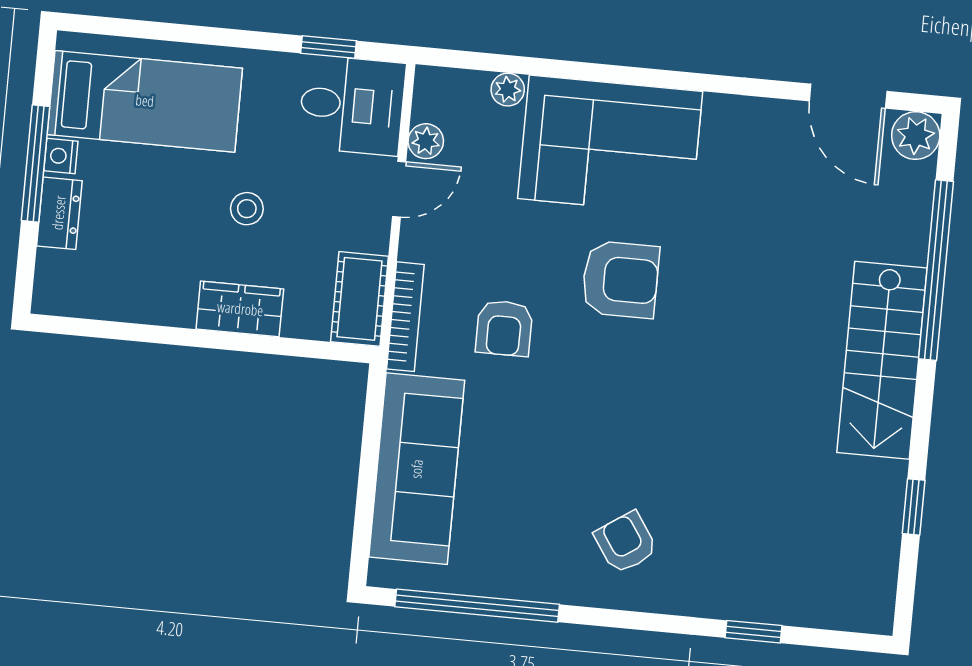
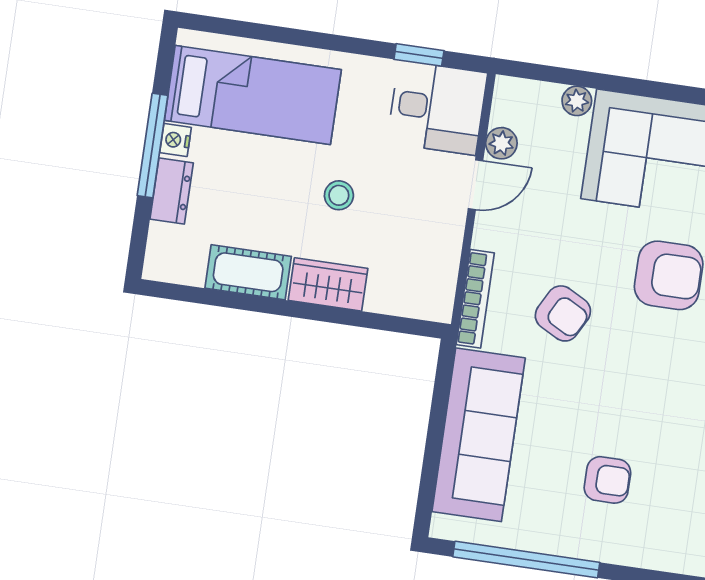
cot: (359, 299) -> (248, 272), moved, turned 90
armchair: (504, 328) -> (563, 313), turned -62
armchair: (626, 542) -> (607, 480), moved, turned 124

